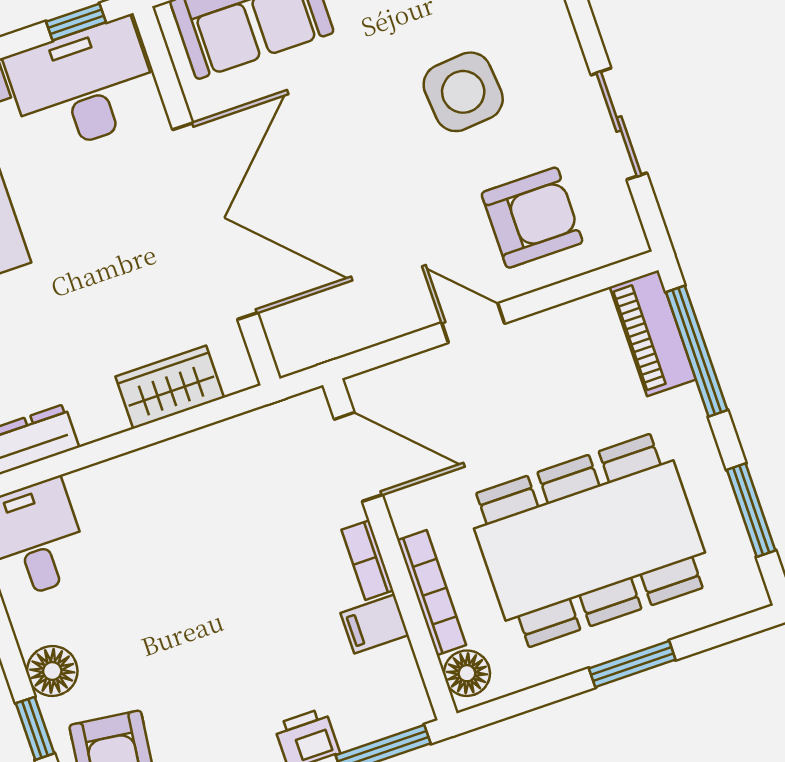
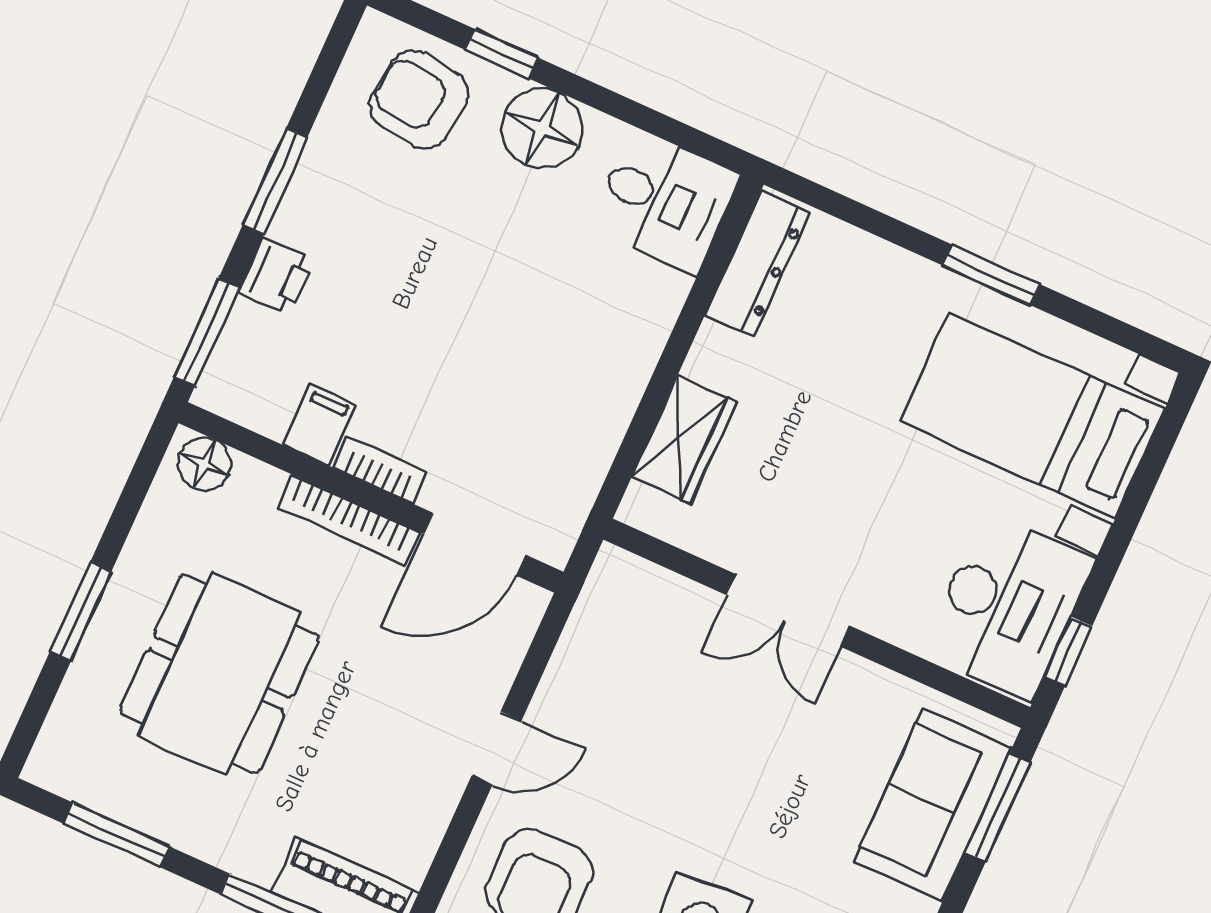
double door: (215, 221) -> (788, 610), width x0.54
dining table: (589, 540) -> (219, 674), width x0.73, depth x0.80
bookcase: (432, 593) -> (348, 520), moved
floor lamp: (52, 671) -> (542, 129), width x1.38, depth x1.38

